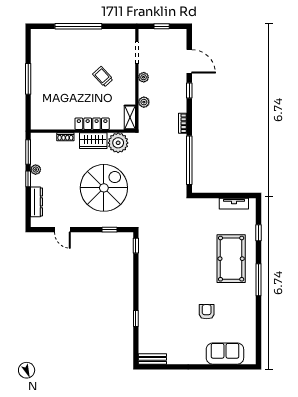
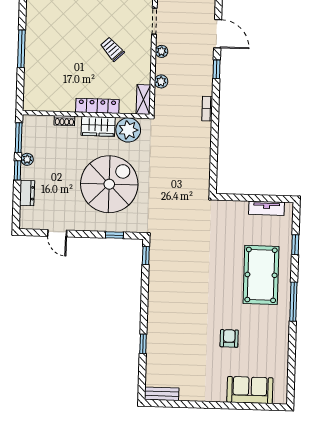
window: (189, 160) -> (214, 154), removed
dresser: (37, 202) -> (27, 193), width x0.70

